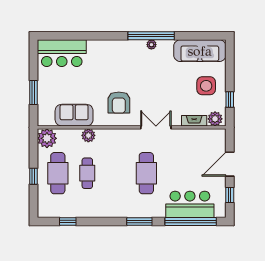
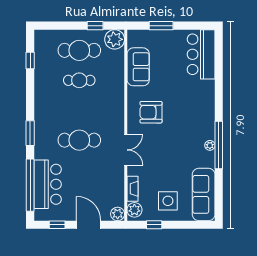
plant: (88, 135) -> (118, 214), moved
window: (33, 176) -> (95, 26), moved

